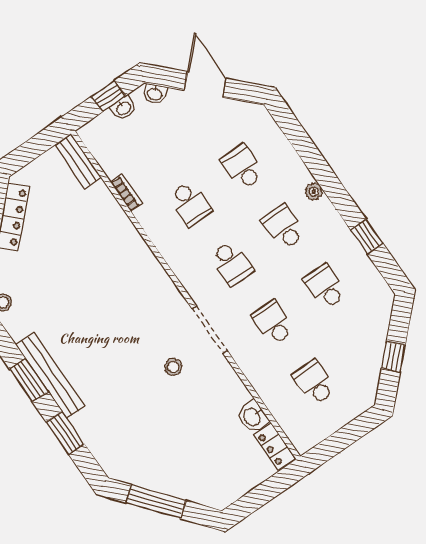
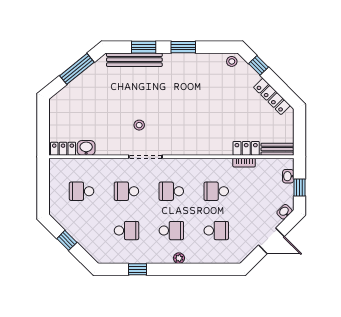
washbasin: (124, 108) -> (288, 176), moved
locker: (106, 203) -> (246, 148), added
school desk: (273, 323) -> (126, 191), turned 180
bench: (50, 375) -> (134, 60), moved
school desk: (314, 383) -> (82, 191), turned 180

